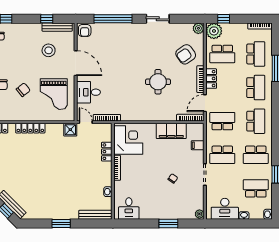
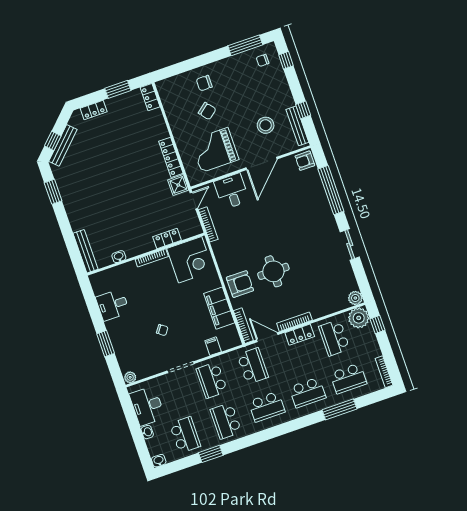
armchair: (186, 54) -> (240, 284), moved, turned 125
locker: (30, 128) -> (171, 157), moved
desk: (129, 208) -> (113, 305), moved
window: (61, 224) -> (53, 192), moved

